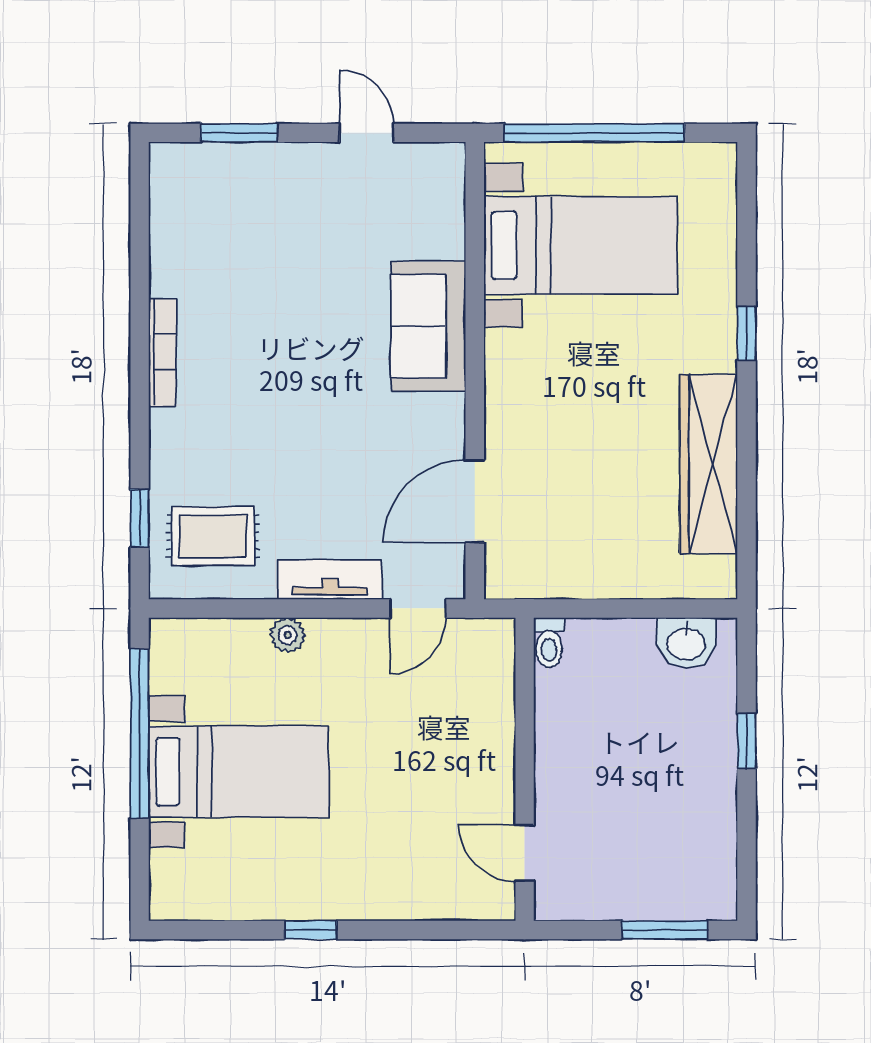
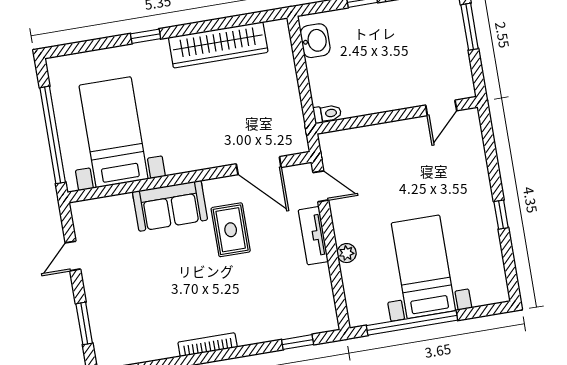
rug: (213, 536) -> (231, 230), moved

